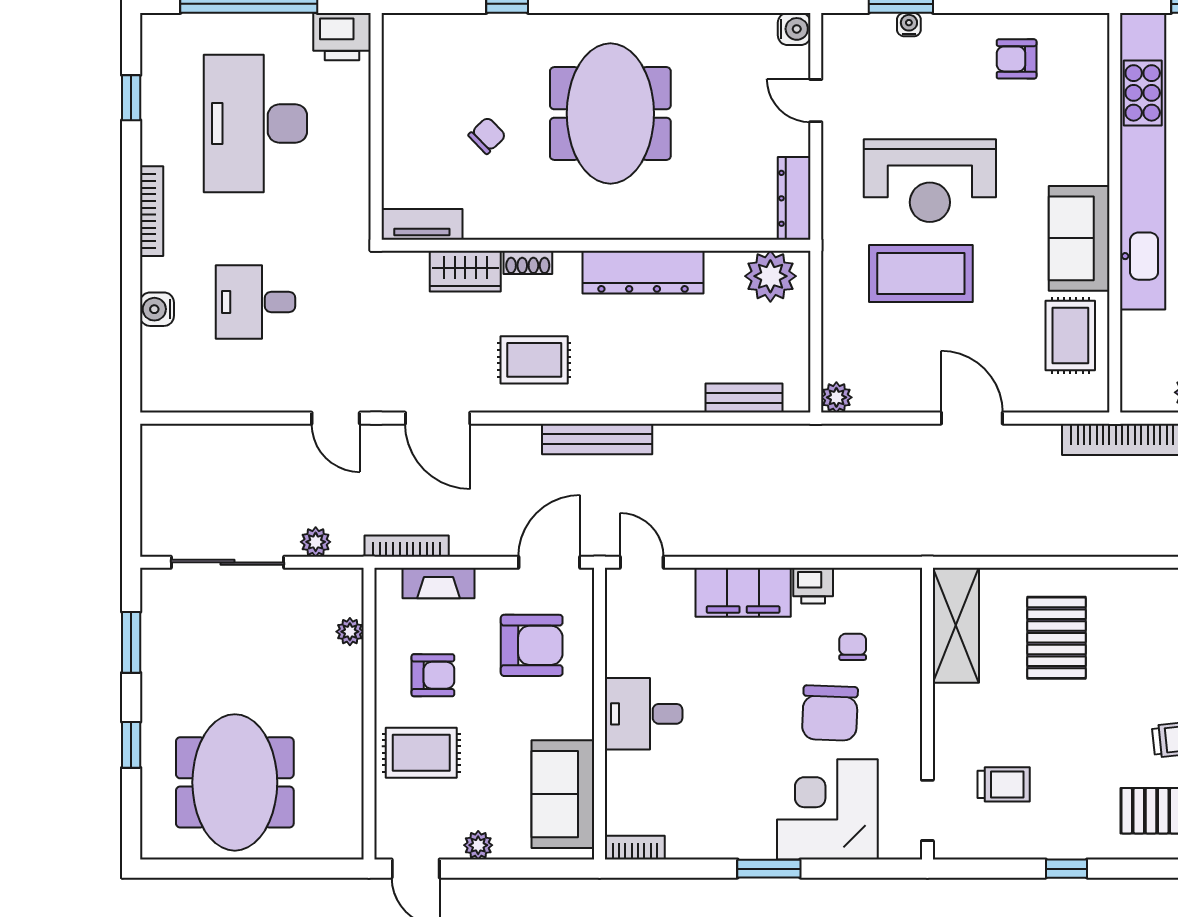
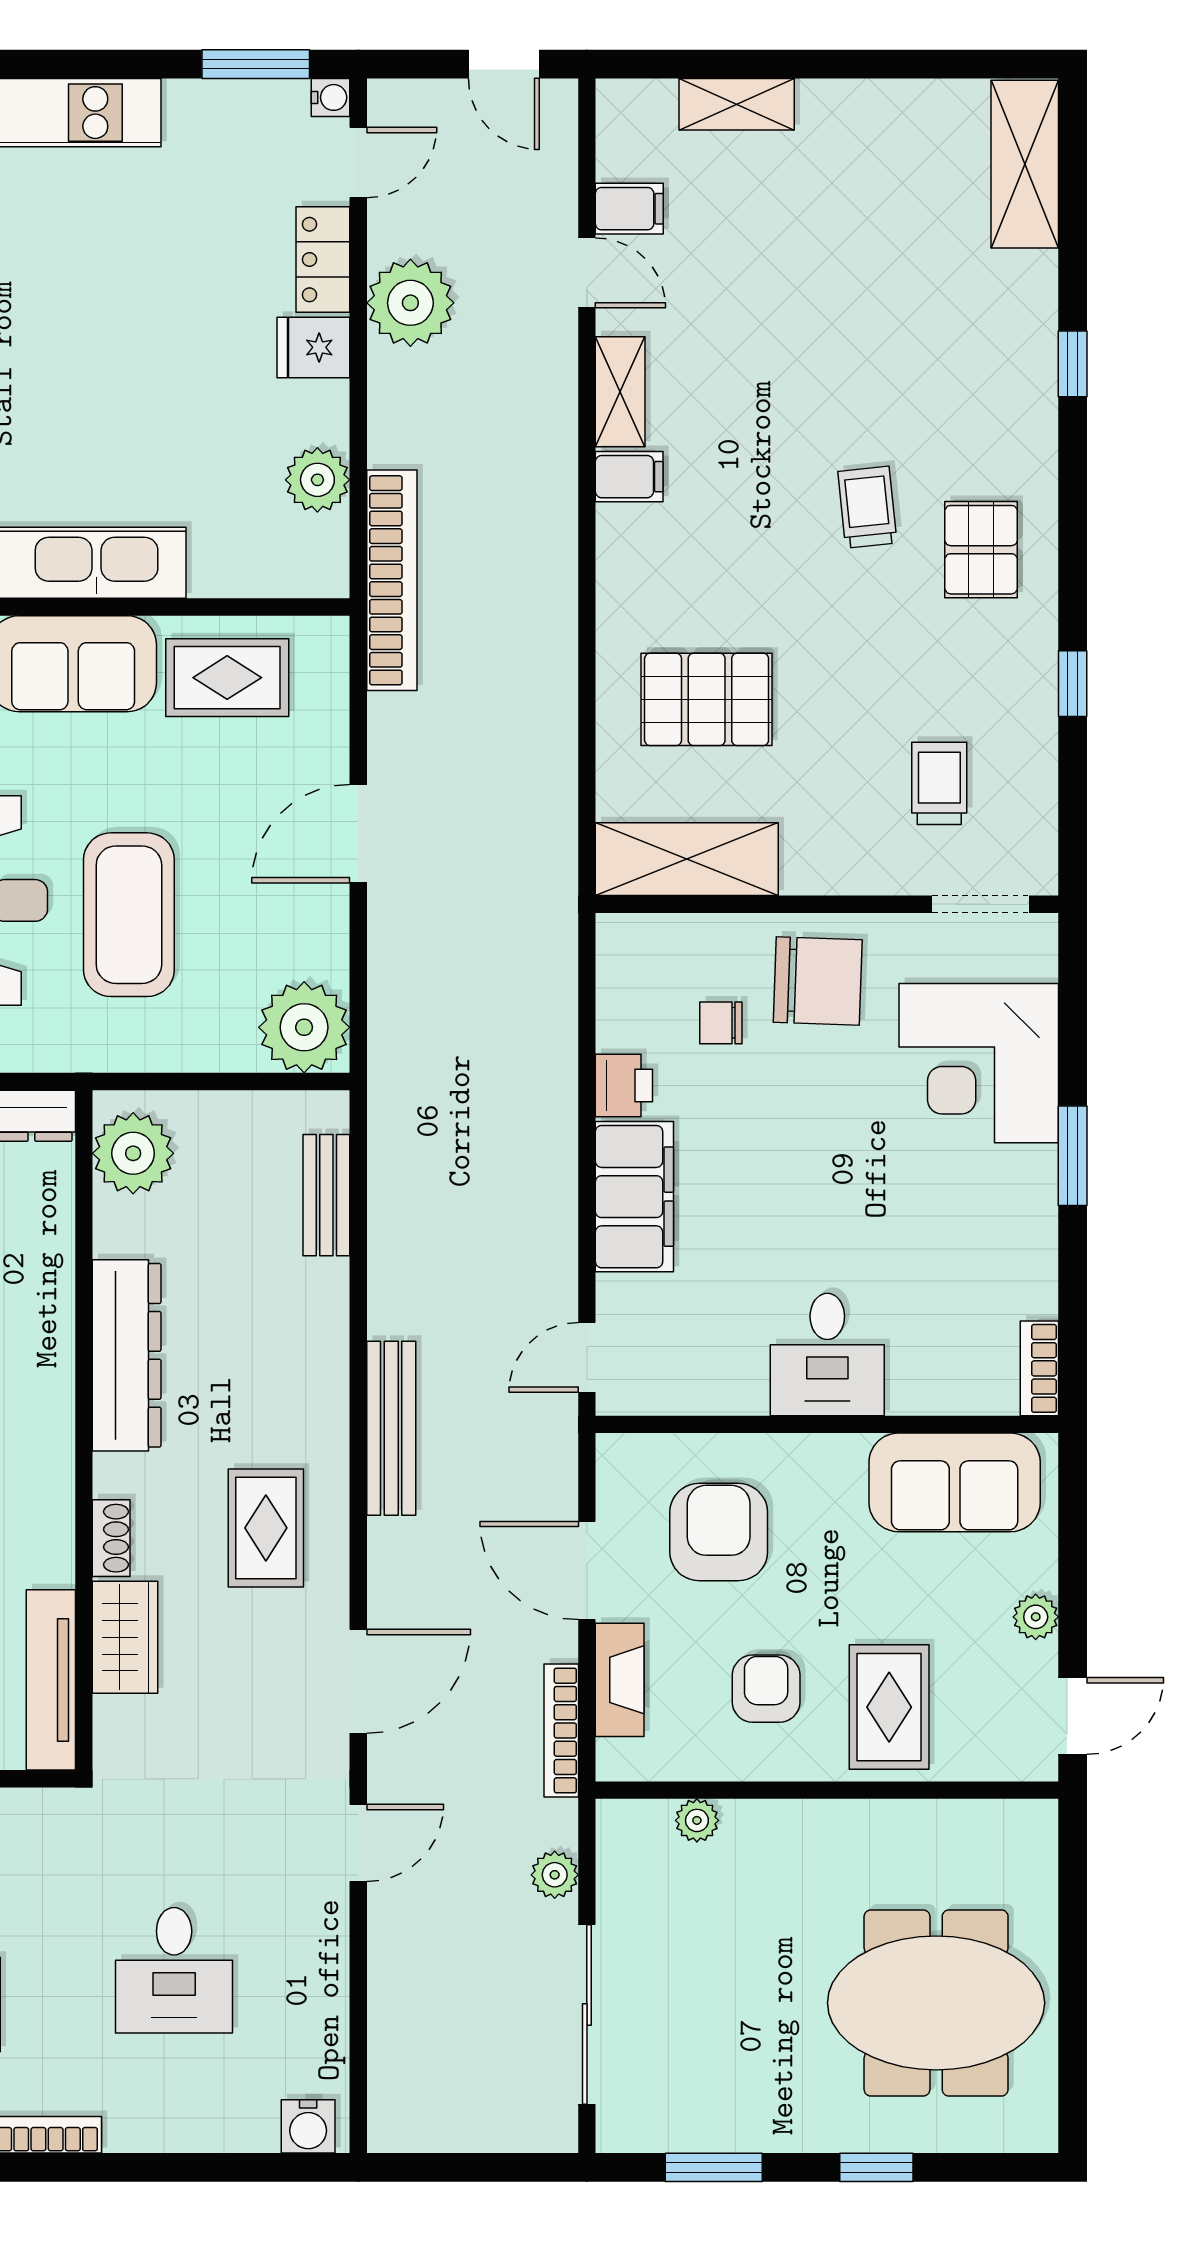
tv unit: (422, 224) -> (51, 1680), width x1.41
water cooler: (157, 309) -> (308, 2126), moved
plant: (836, 397) -> (304, 1027), width x1.88, depth x1.88
door: (549, 562) -> (587, 1571), moved
chair: (830, 713) -> (818, 981), moved

